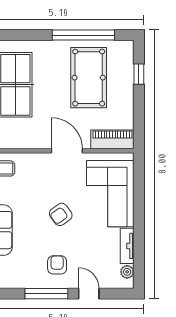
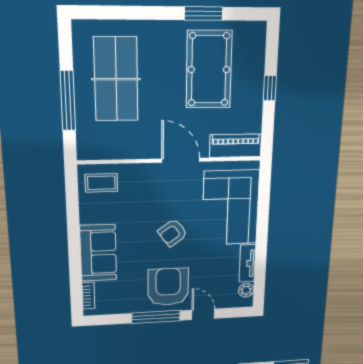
window: (83, 35) -> (203, 13), width x0.47
window: (139, 74) -> (270, 88), moved
armchair: (57, 265) -> (168, 287), width x1.88, depth x1.88

